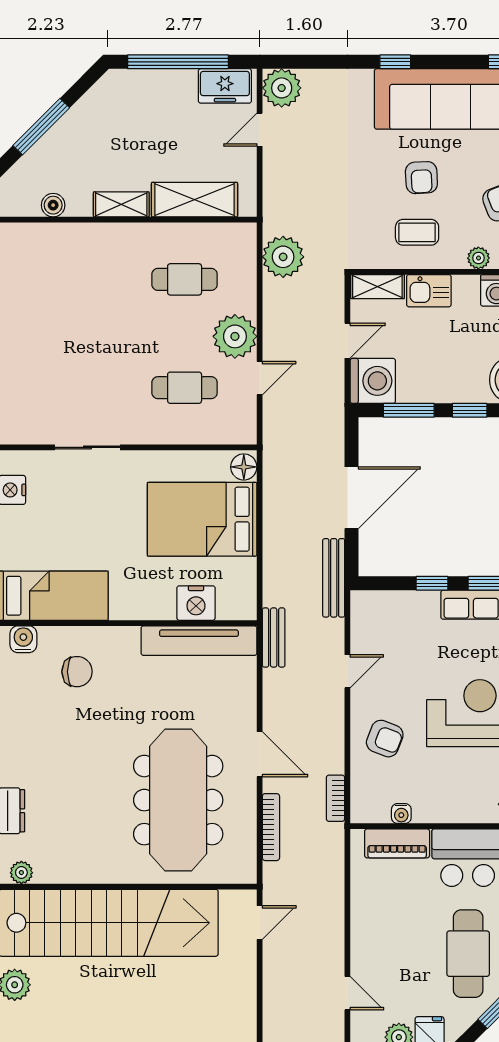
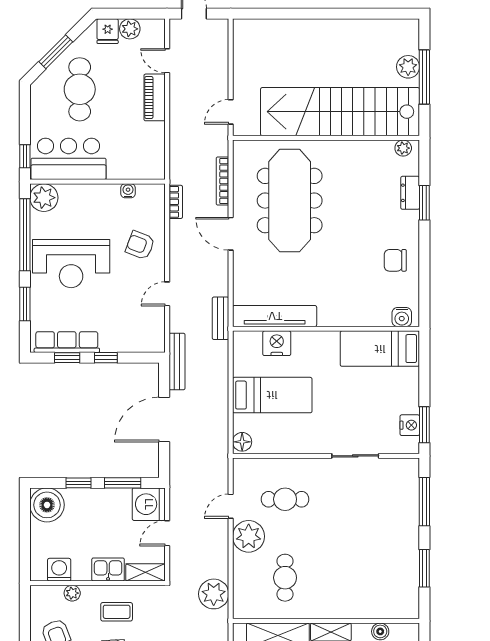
cafe table: (185, 279) -> (285, 578), turned 90
bed: (202, 519) -> (272, 395), width x0.67
chair: (77, 672) -> (395, 260), moved
piano: (397, 843) -> (155, 97), moved, turned -90

